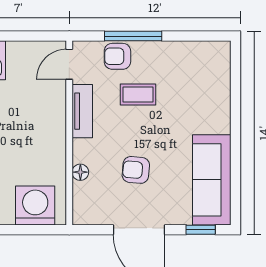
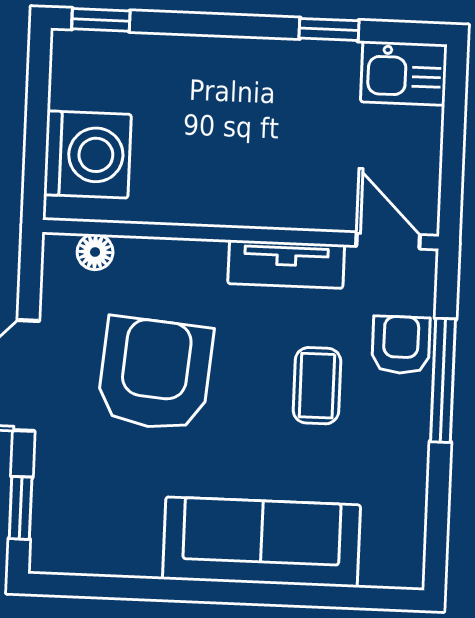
armchair: (136, 170) -> (155, 374), width x1.88, depth x1.88
floor lamp: (80, 172) -> (95, 252), moved
sofa: (212, 180) -> (262, 542), moved

